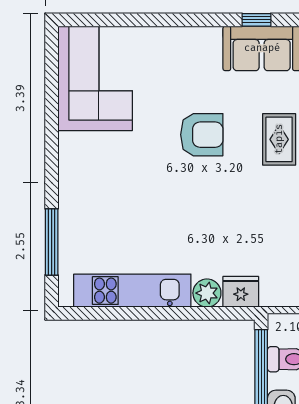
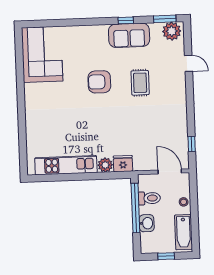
armchair: (202, 135) -> (99, 82), turned 180
window: (52, 242) -> (22, 141), removed

